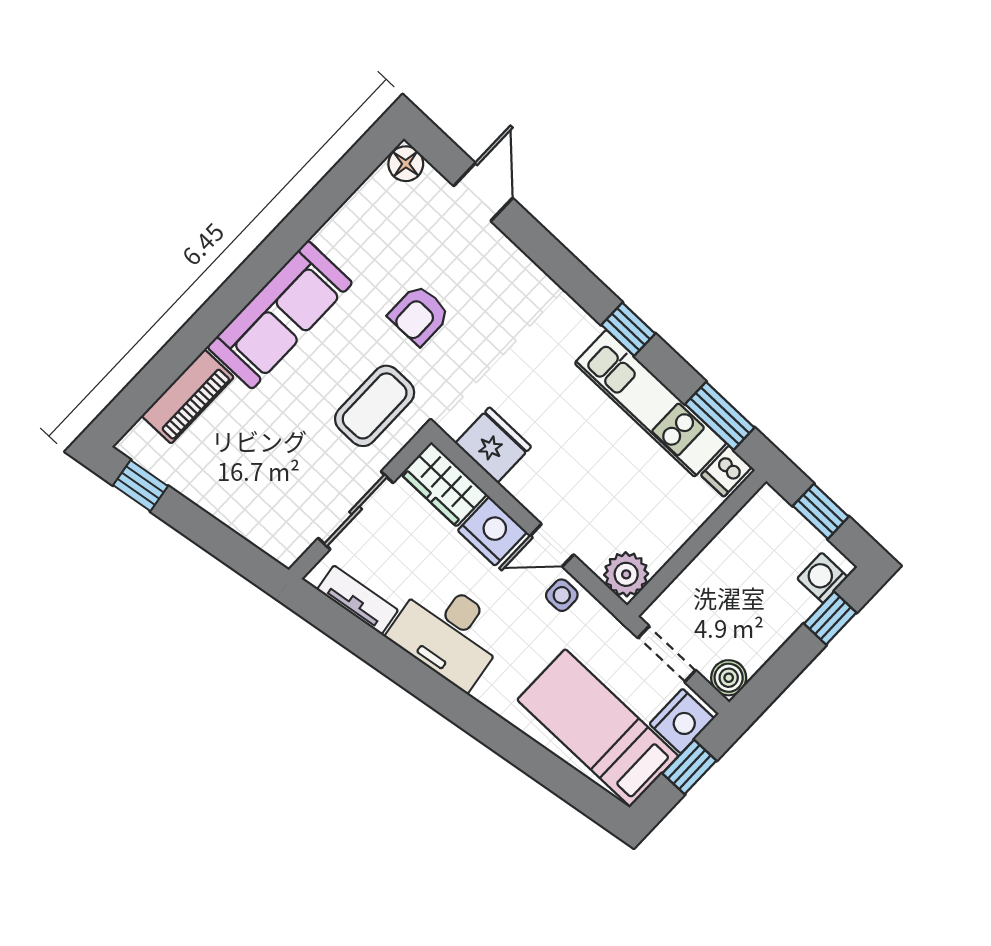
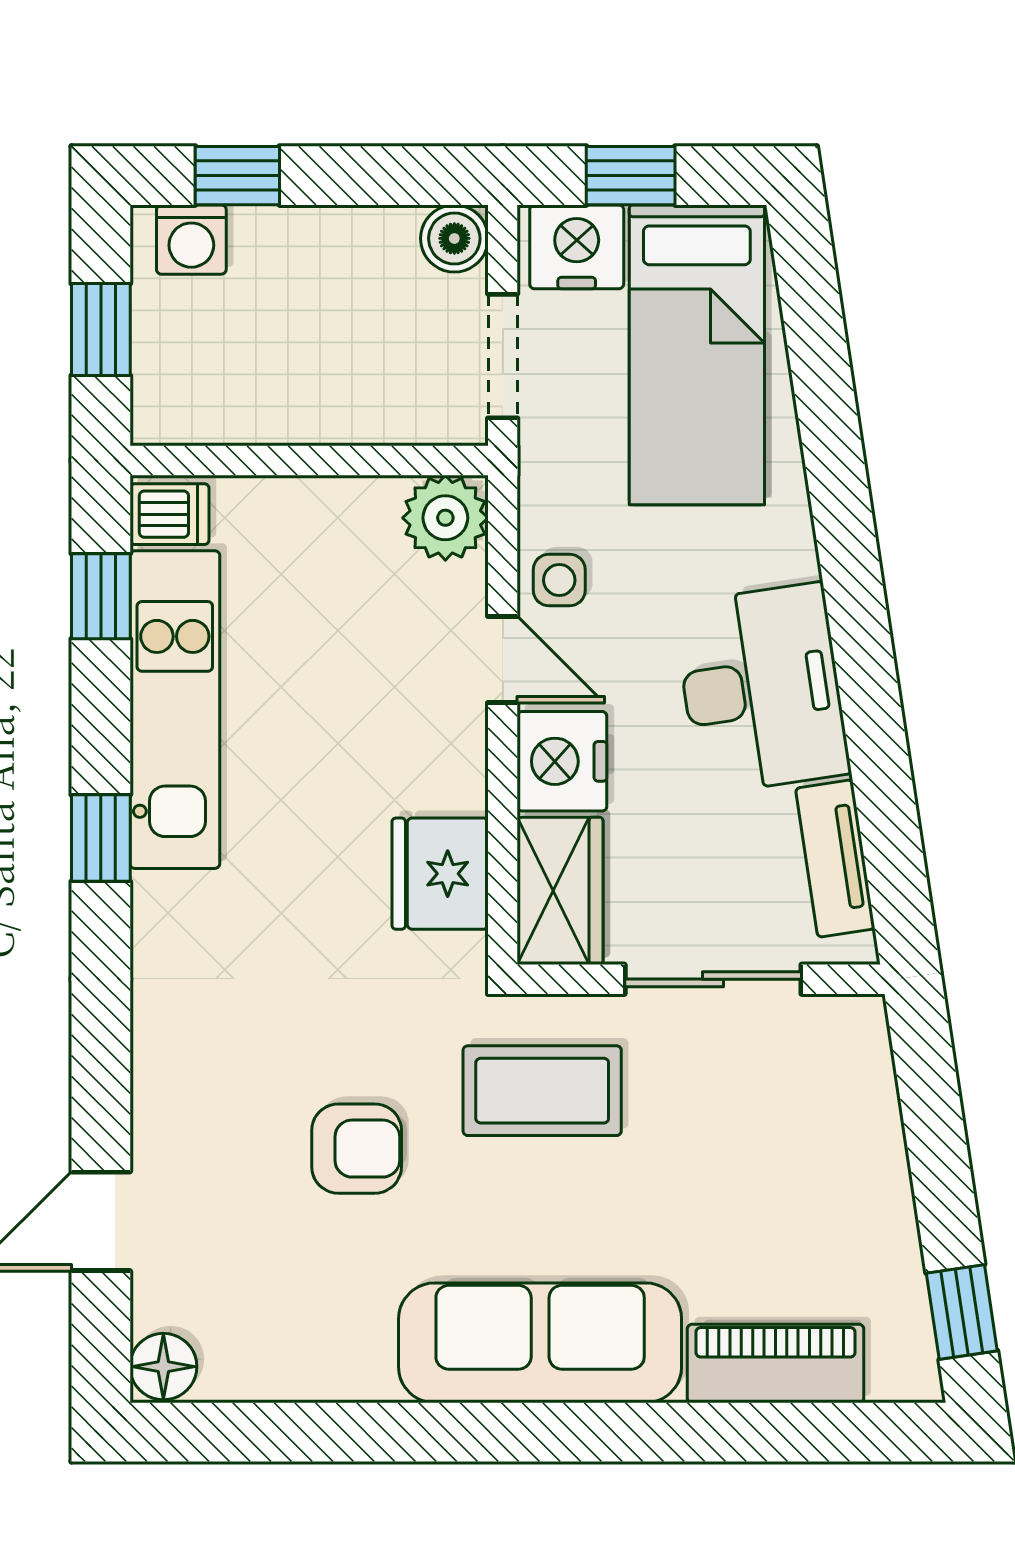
window: (720, 416) -> (101, 596), width x0.67

